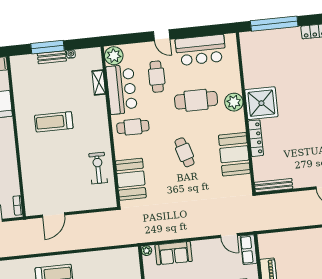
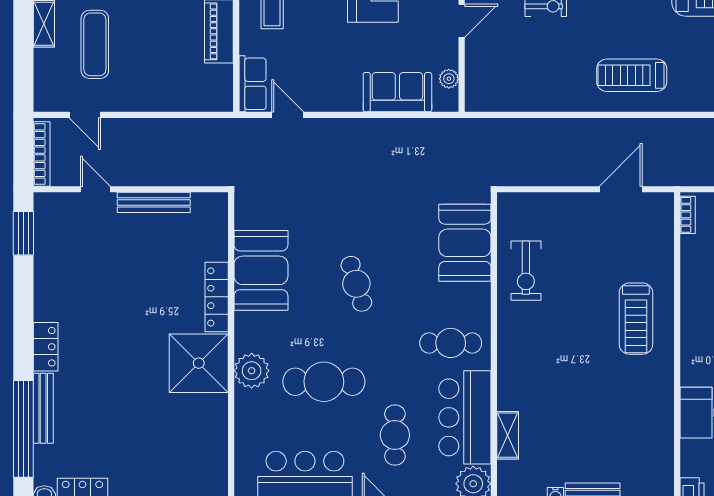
treadmill: (54, 122) -> (636, 319), moved, turned 90
bench: (274, 185) -> (154, 202), moved
plant: (147, 251) -> (449, 79), moved

